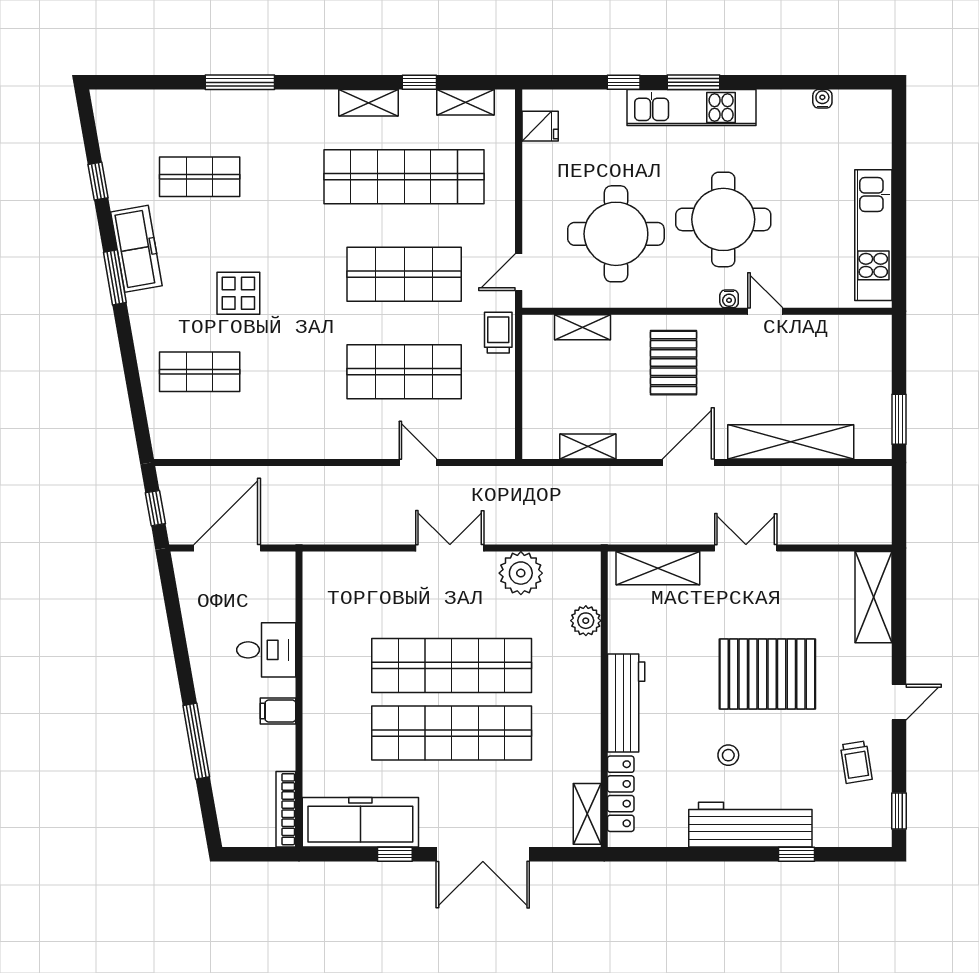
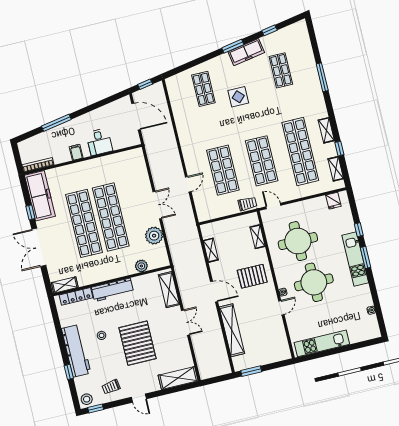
stool: (872, 827) -> (87, 399), added

